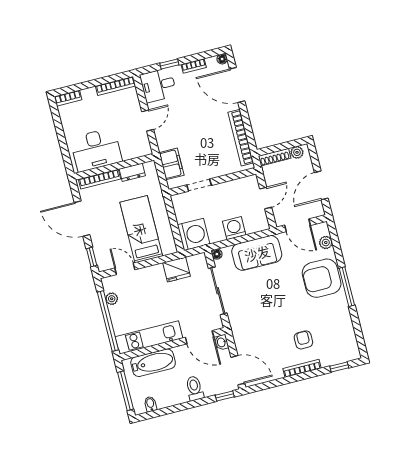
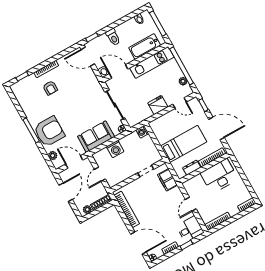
bed: (141, 229) -> (184, 144), moved, turned -90
washing machine: (194, 234) -> (142, 132), width x0.53, depth x0.53
fridge: (177, 269) -> (158, 105), moved

